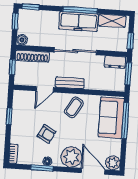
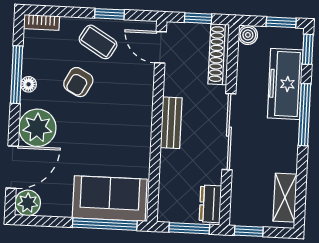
window: (80, 10) -> (305, 115), moved
freezer: (79, 22) -> (285, 84), moved
door: (45, 89) -> (161, 47), moved
coffee table: (74, 107) -> (98, 42), moved
window: (42, 168) -> (17, 75), width x1.44

